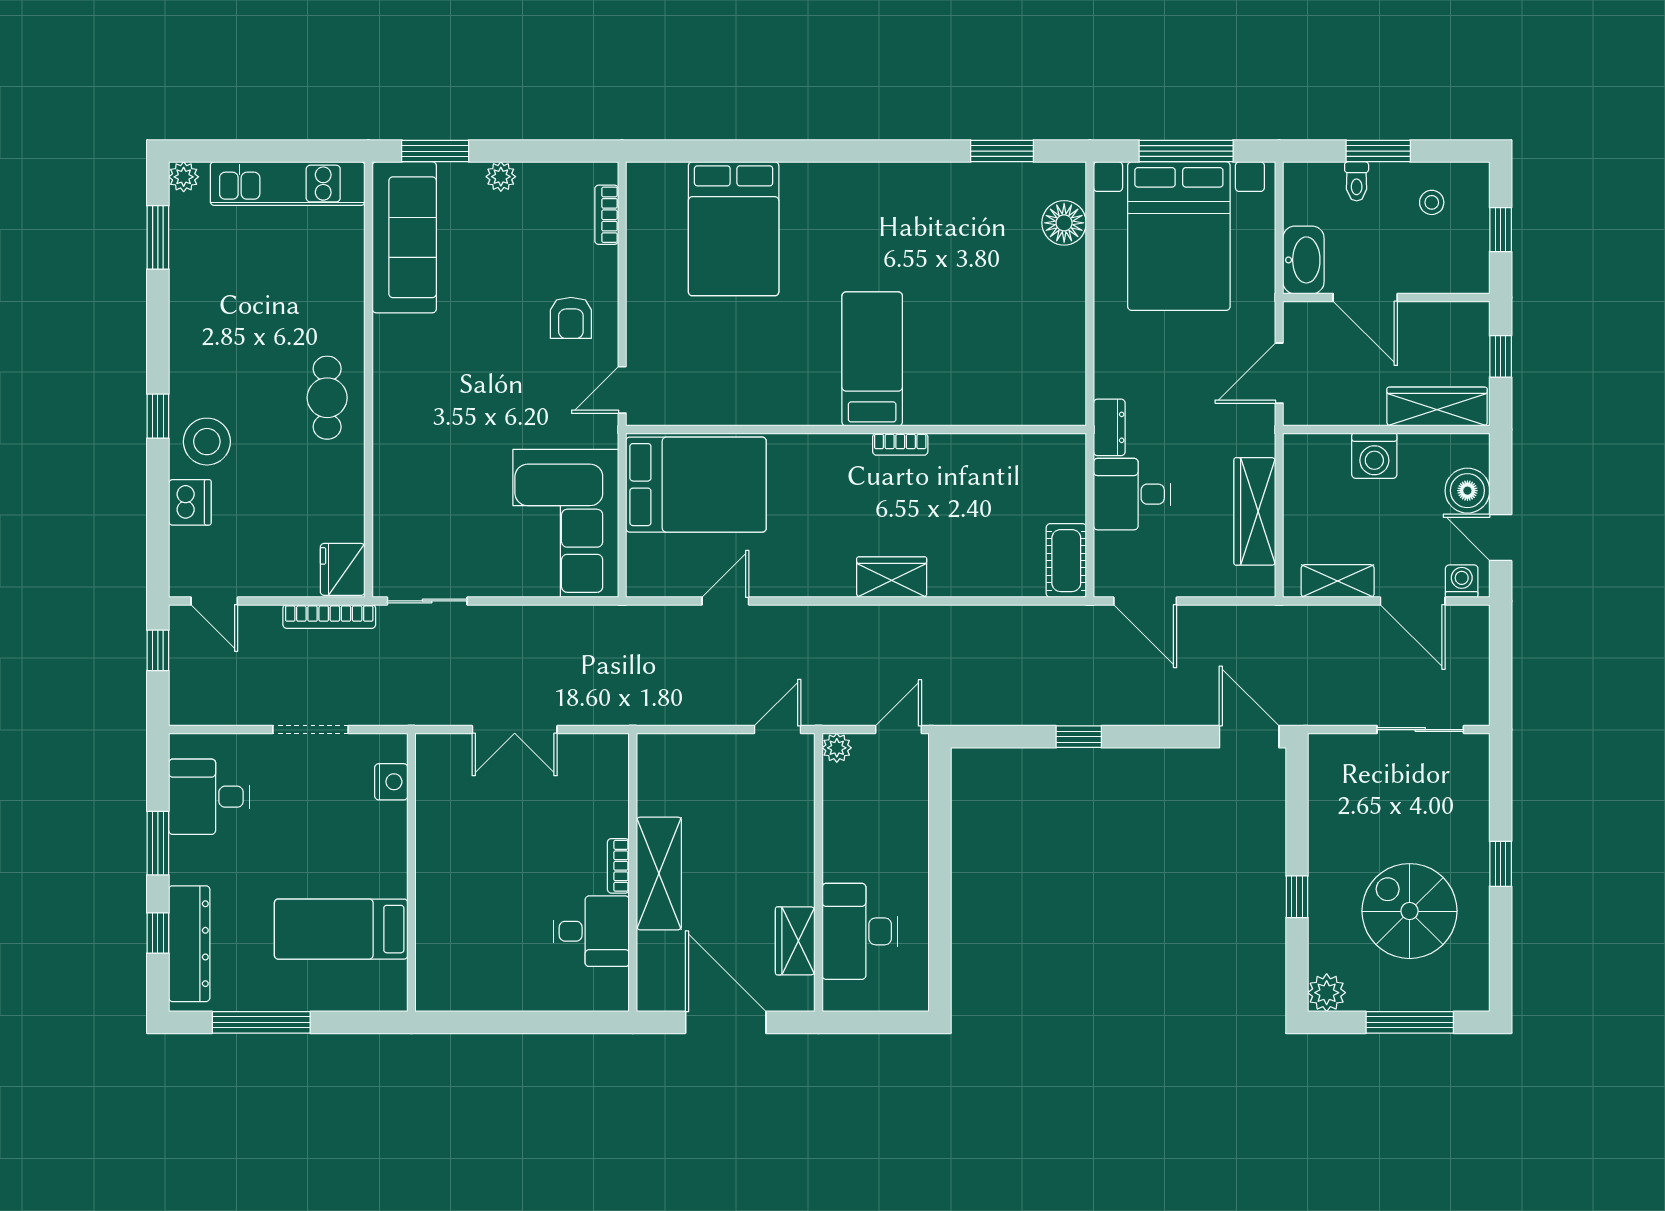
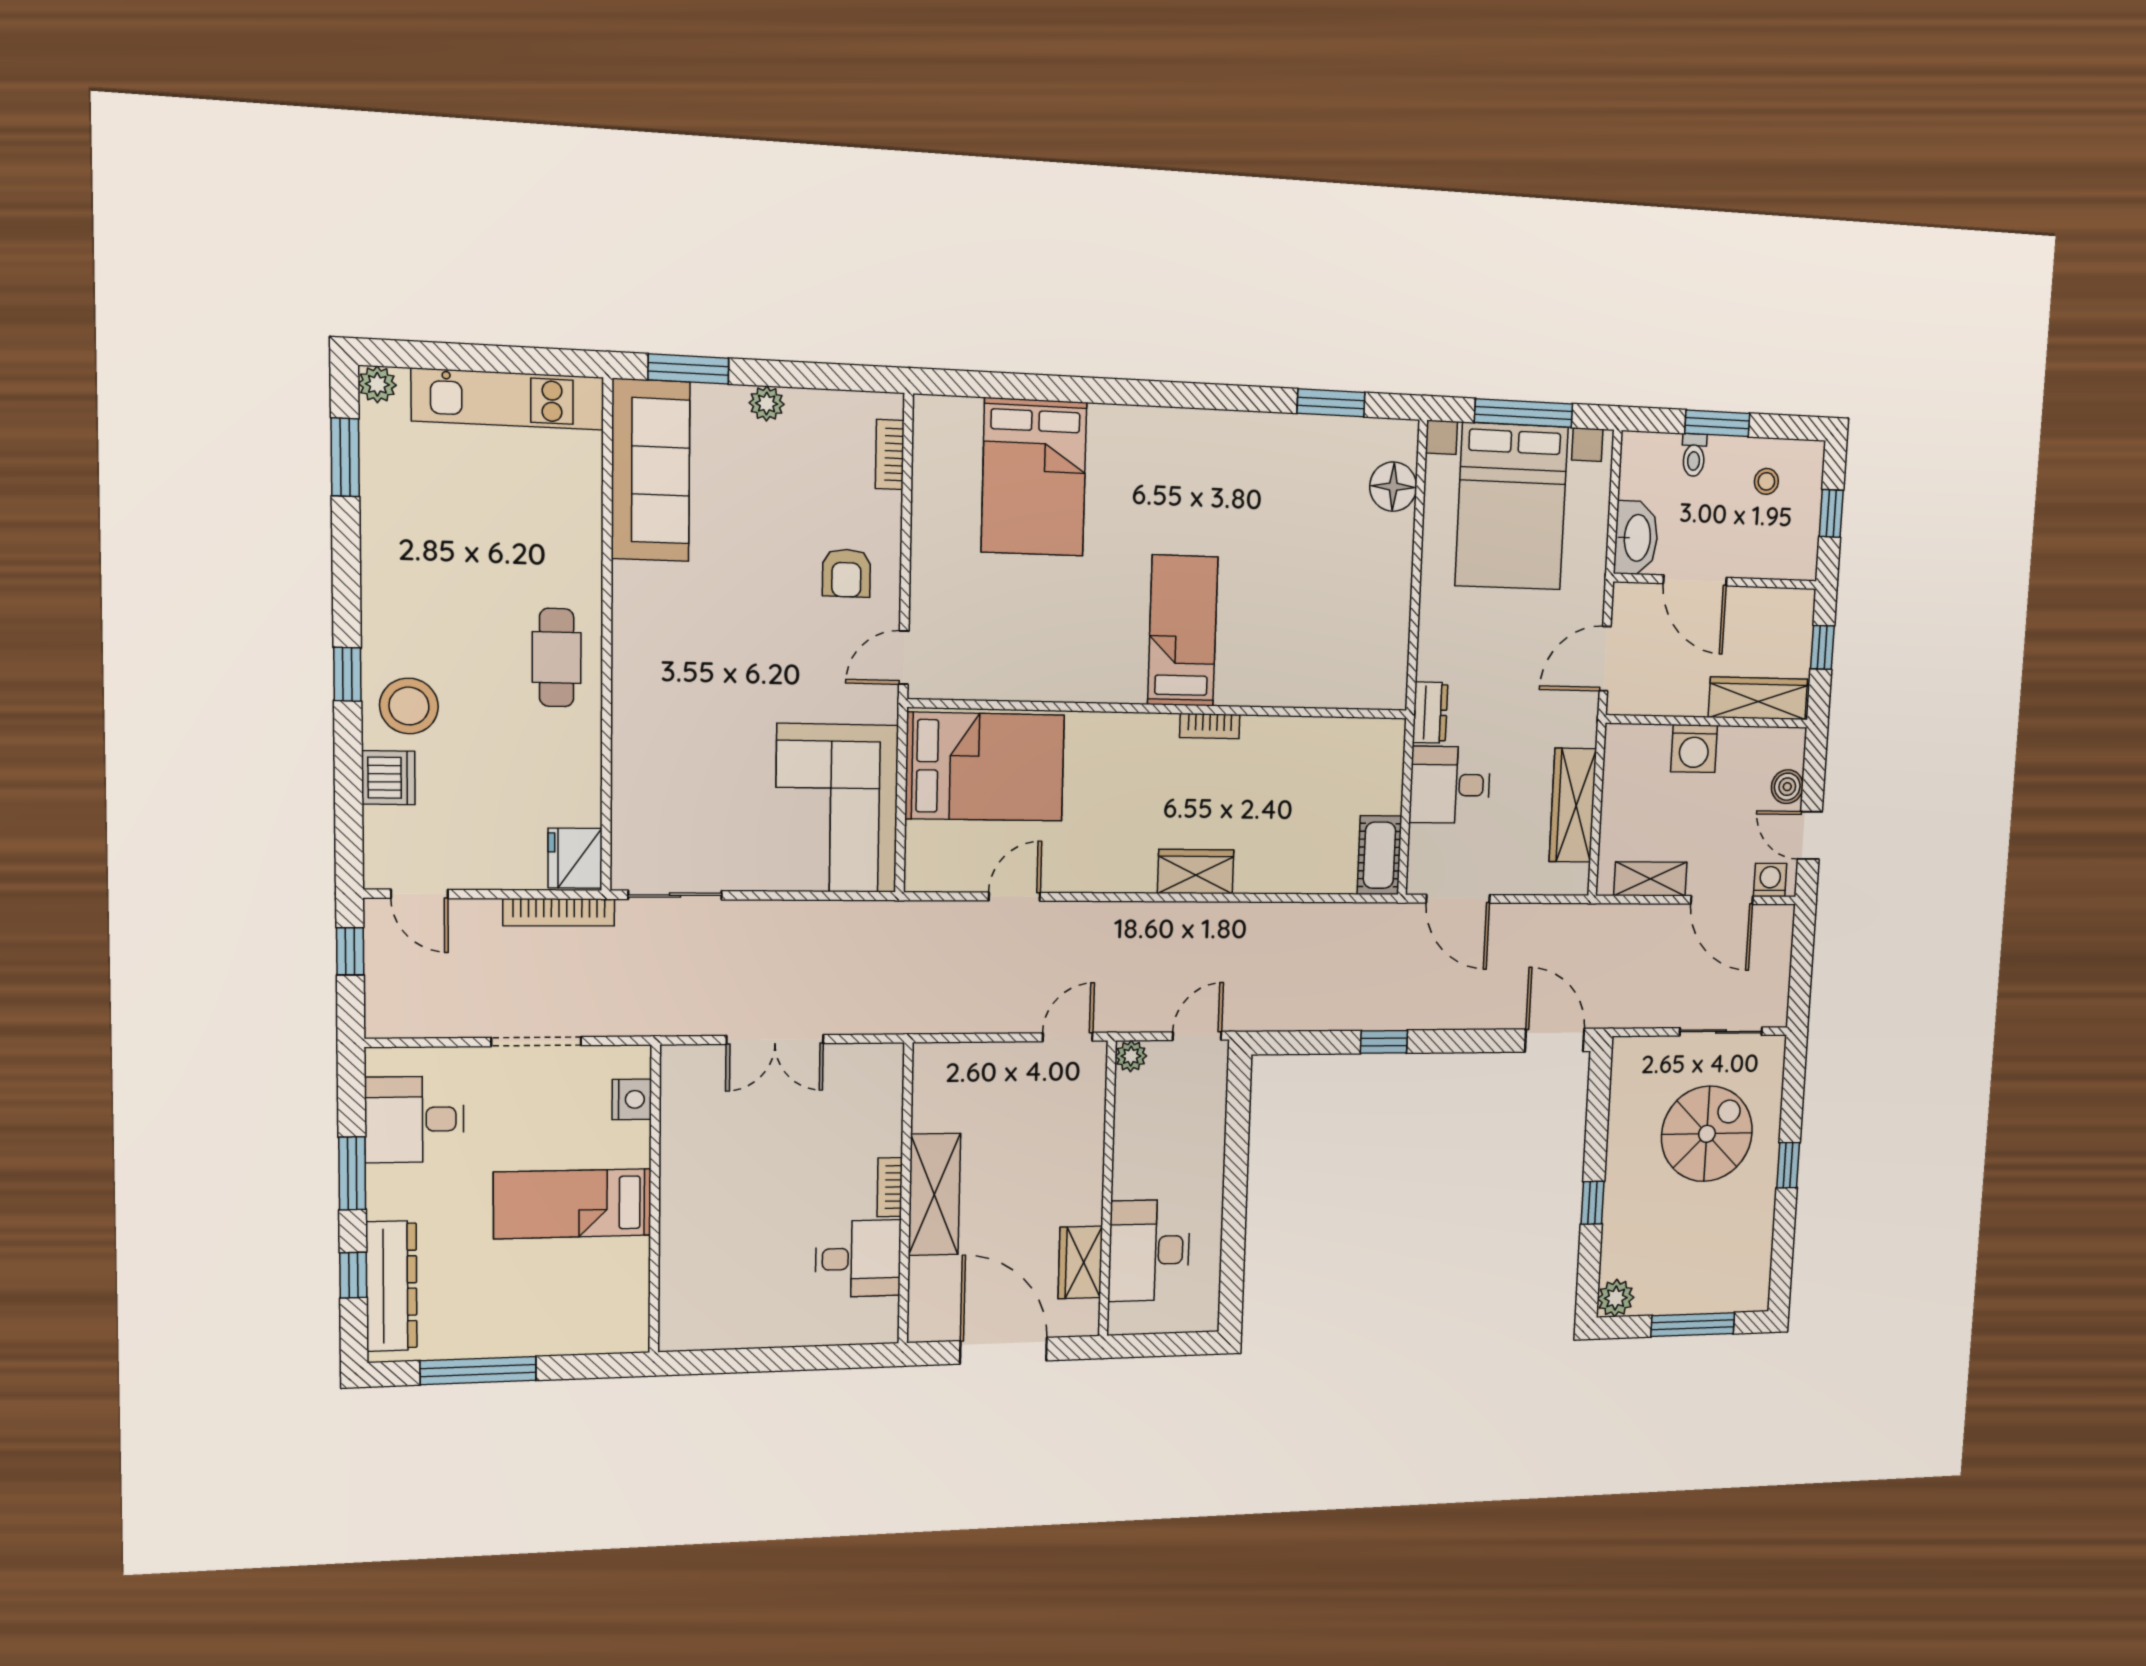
boiler: (1467, 491) -> (1787, 787), width x0.73, depth x0.73
spiral stairs: (1409, 911) -> (1707, 1134), moved, turned 90
bed: (341, 929) -> (573, 1204), moved

